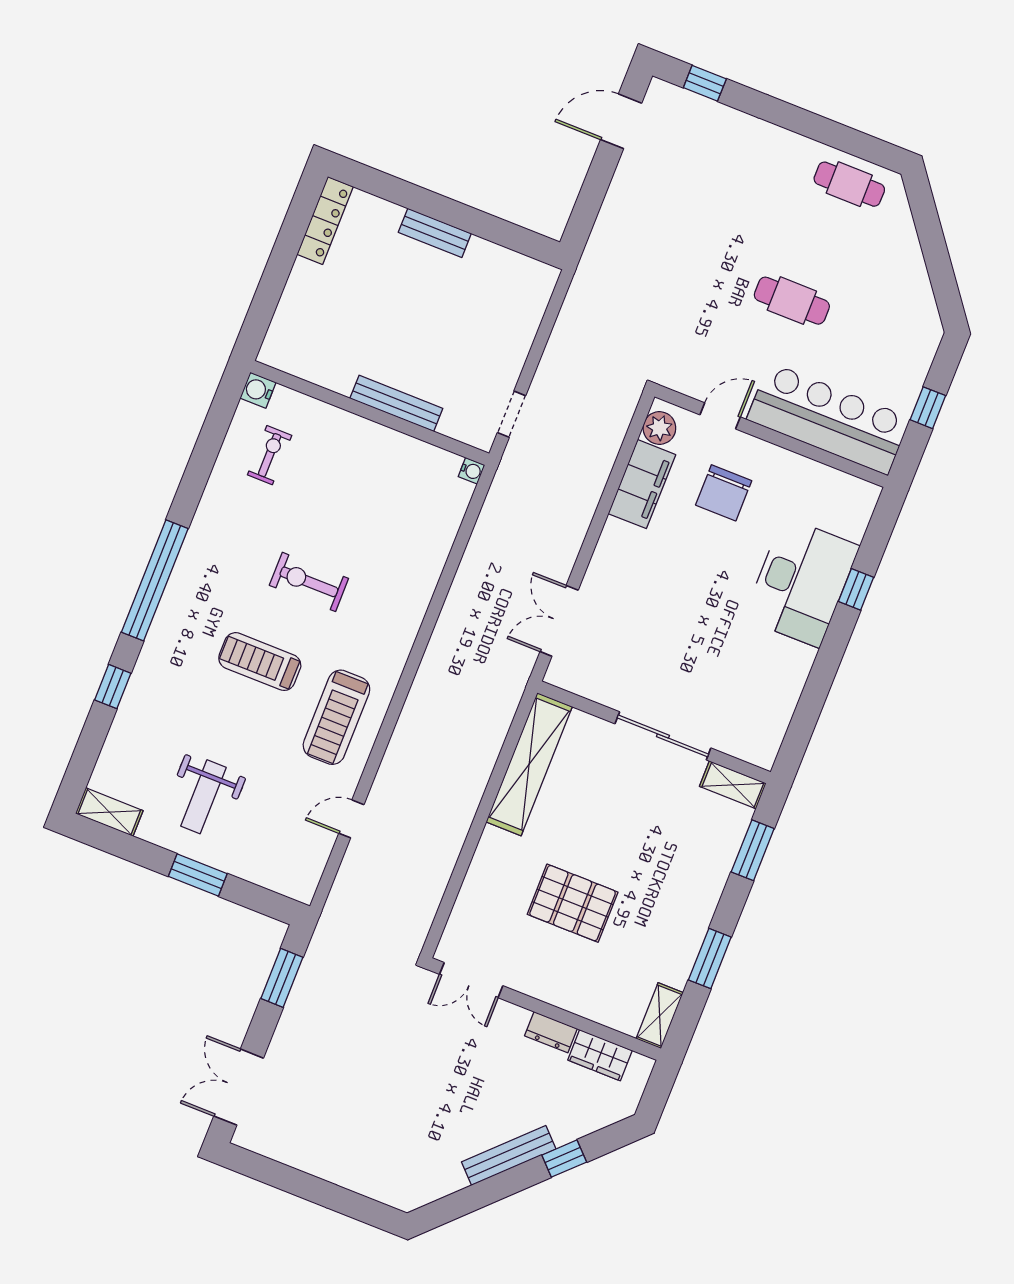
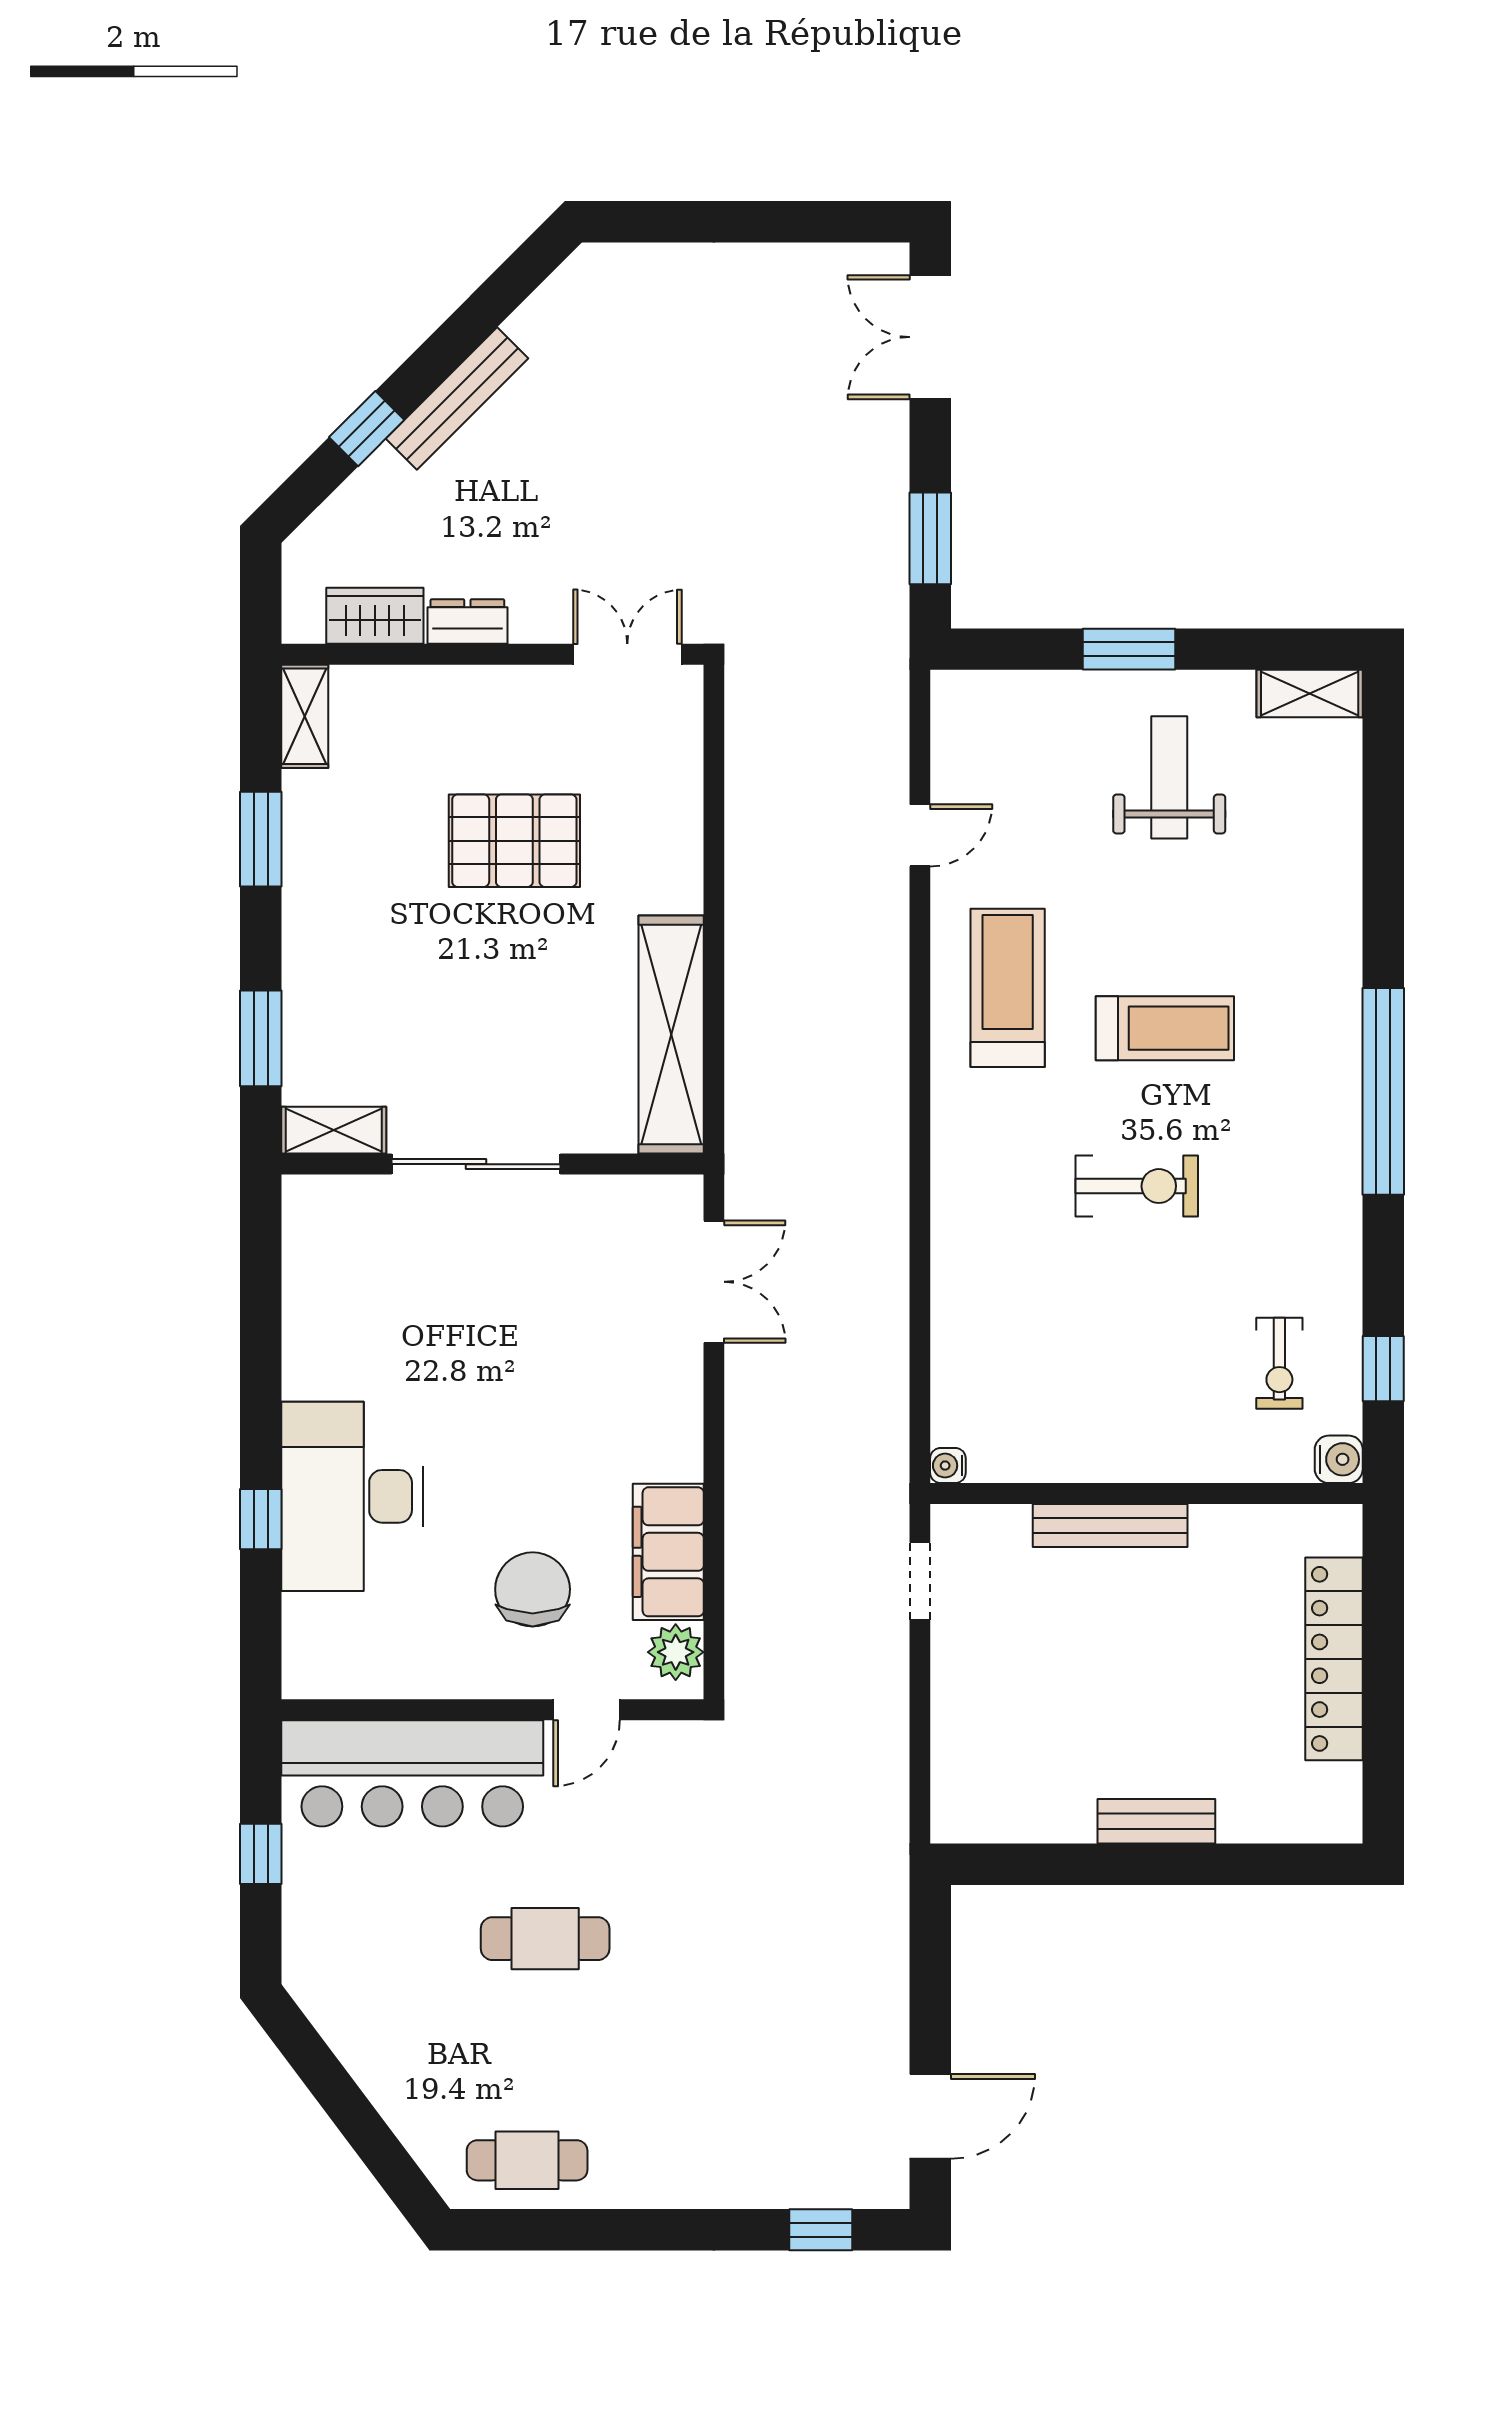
locker: (325, 220) -> (1334, 1659), moved, width x1.41, depth x1.21
window: (113, 687) -> (1383, 1369), moved
double door: (239, 1087) -> (930, 337), swing flipped

